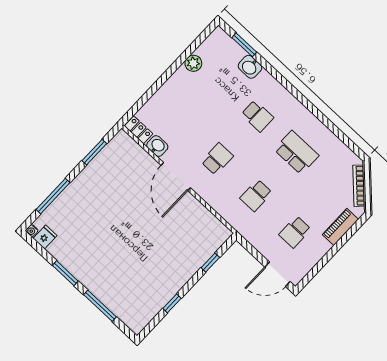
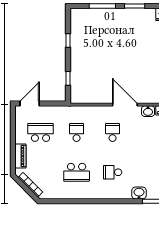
school desk: (217, 159) -> (113, 132), turned 180
school desk: (295, 232) -> (41, 132), width x1.85

